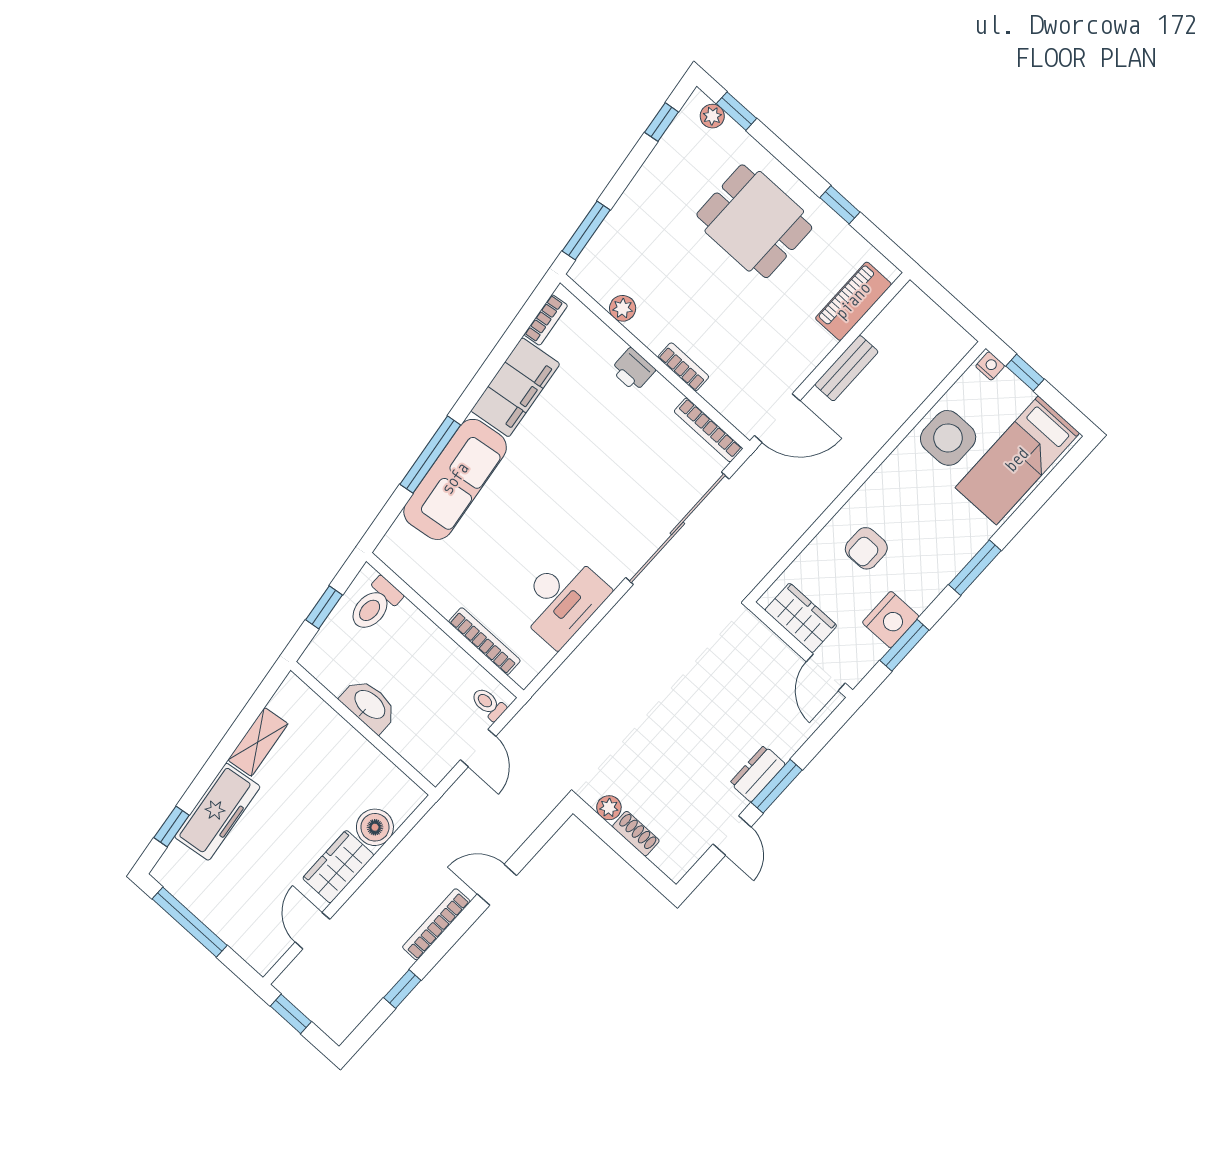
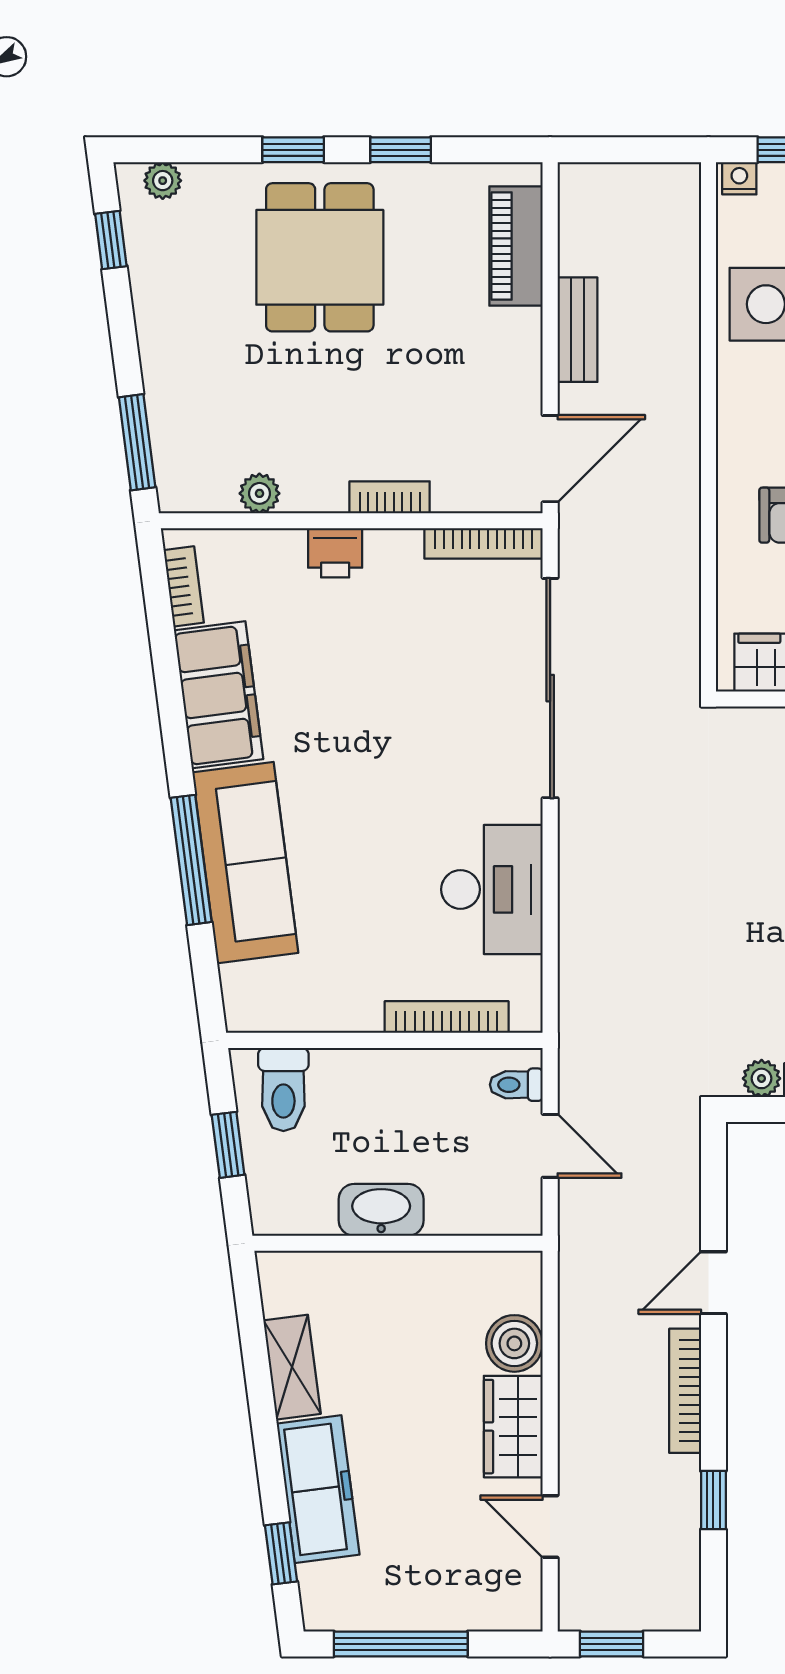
window: (737, 111) -> (293, 150), moved
dining table: (754, 221) -> (320, 257), turned 90

